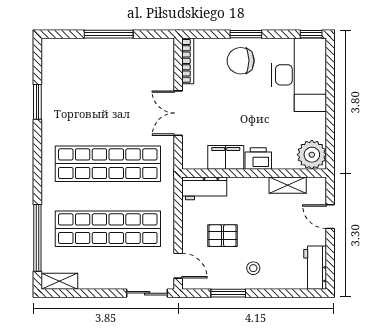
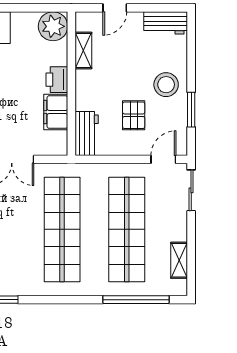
stool: (253, 268) -> (166, 85), width x1.89, depth x1.89
shelving: (59, 281) -> (179, 260), moved

